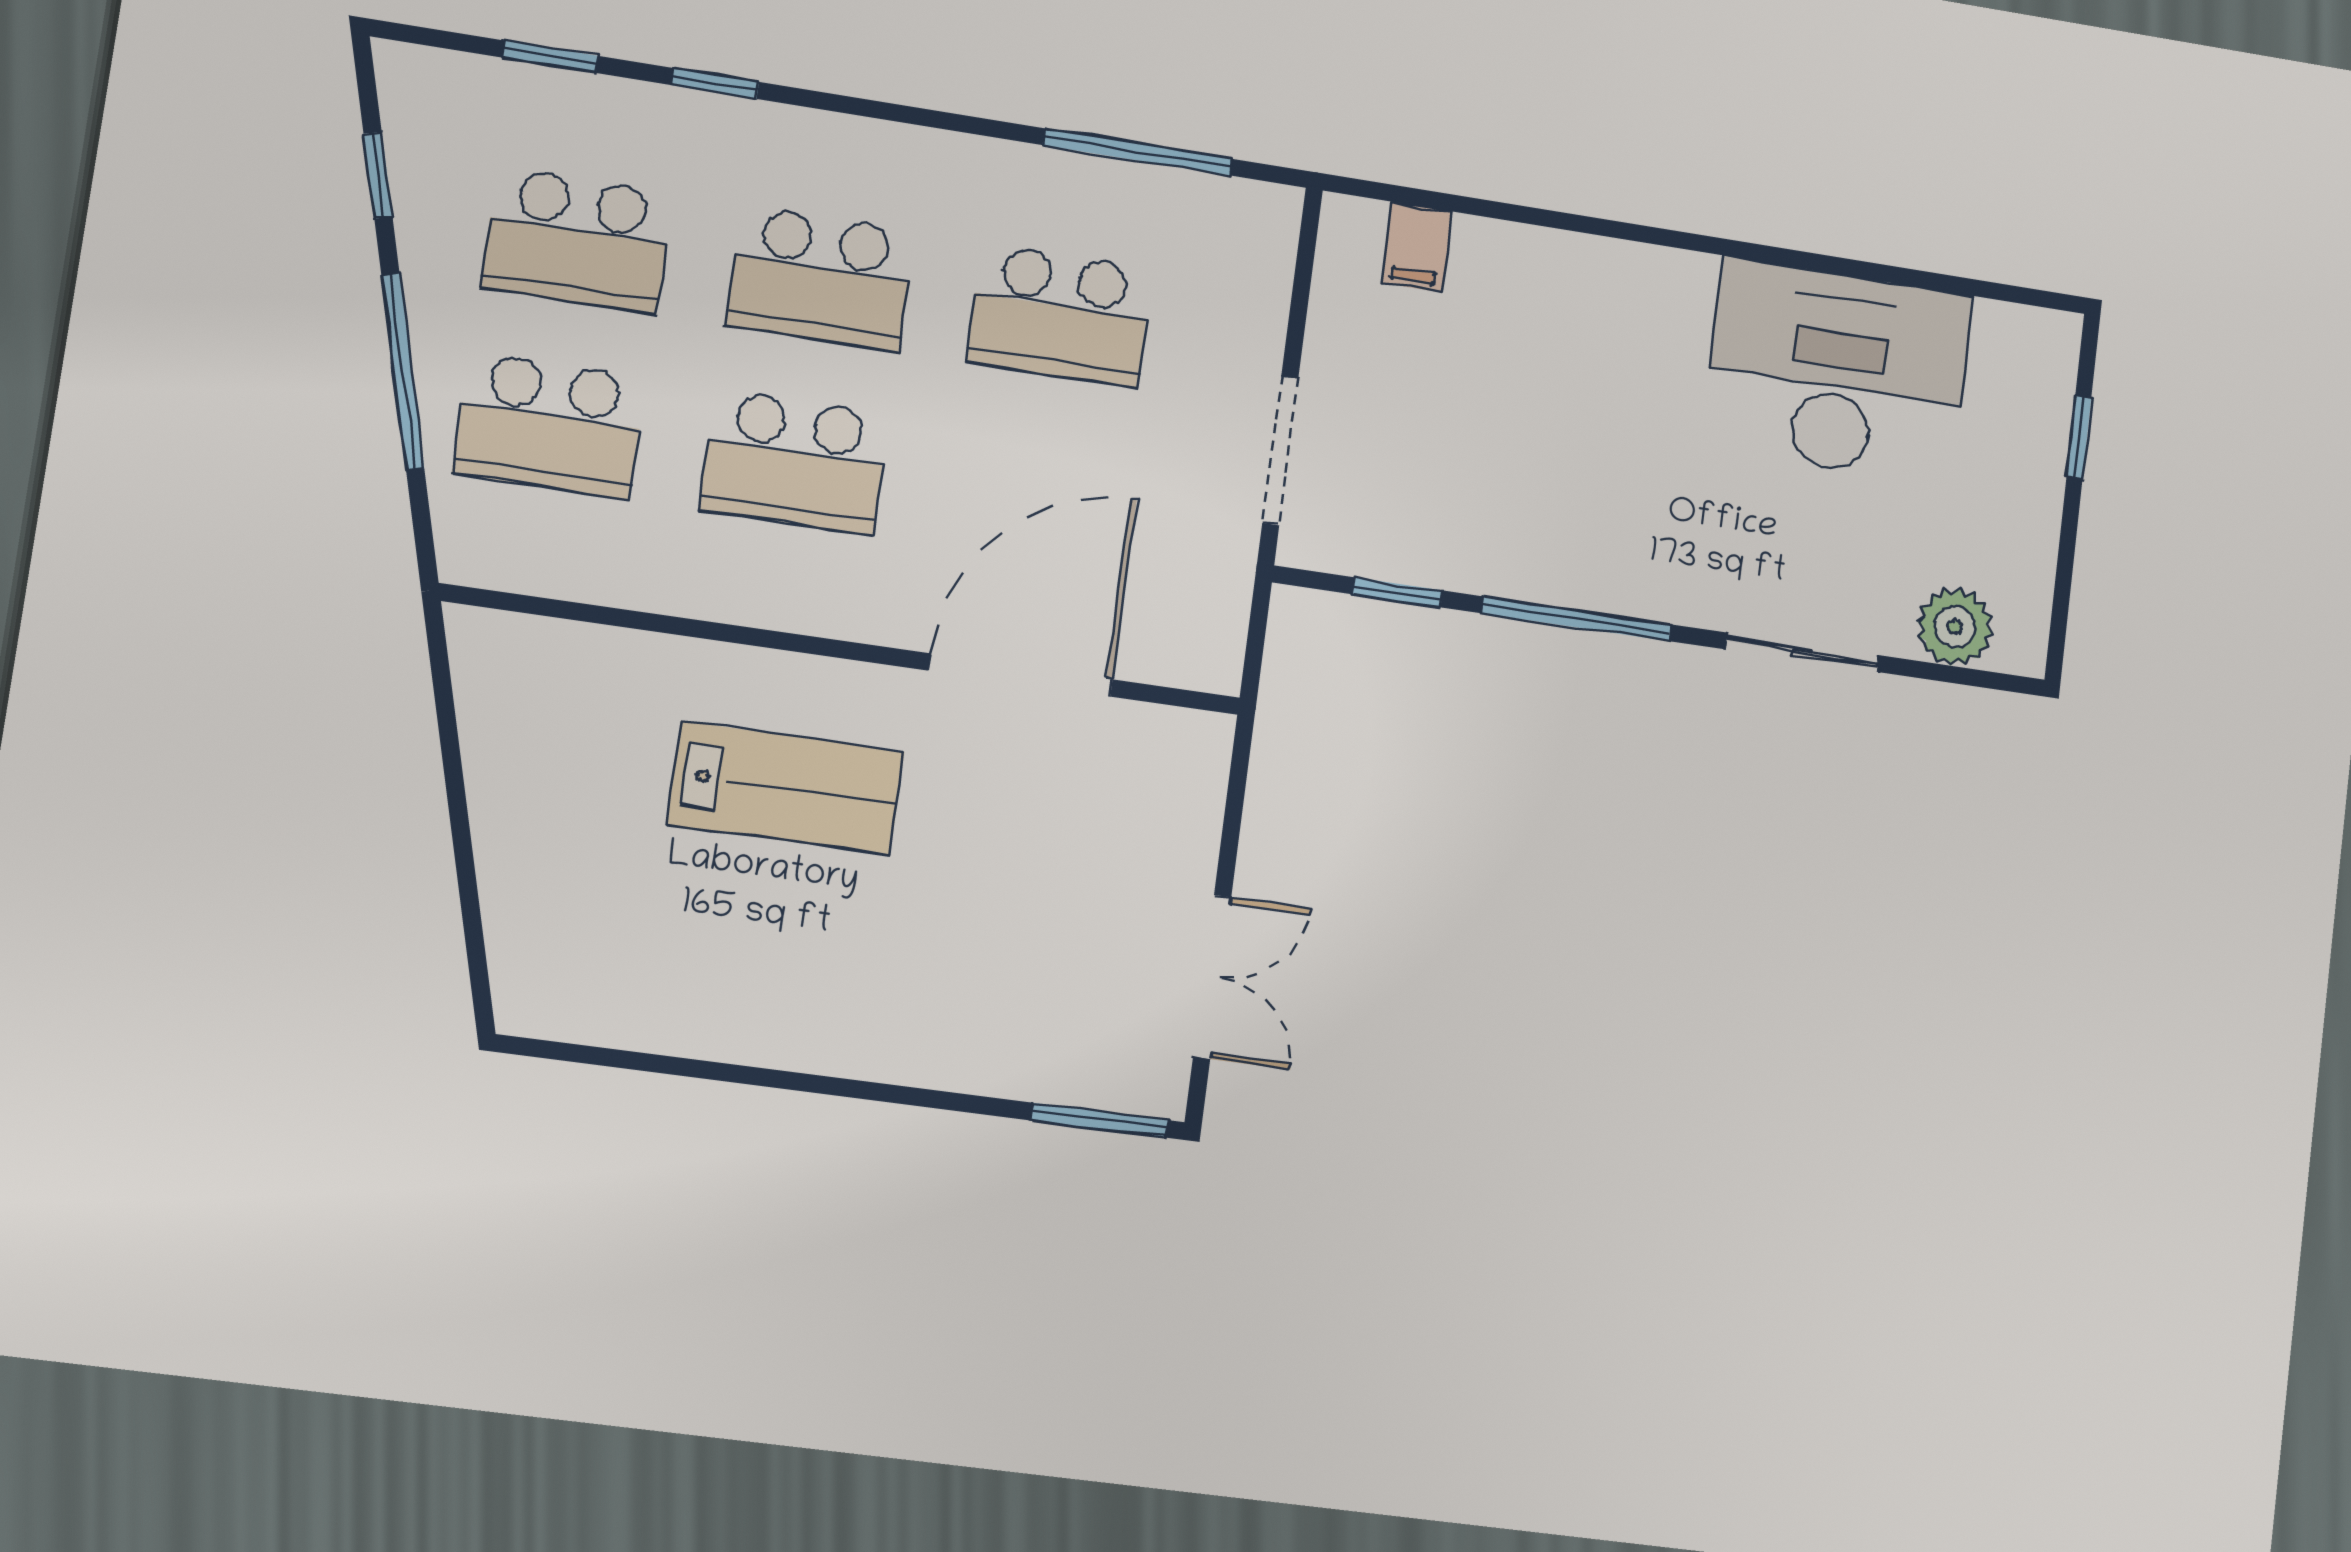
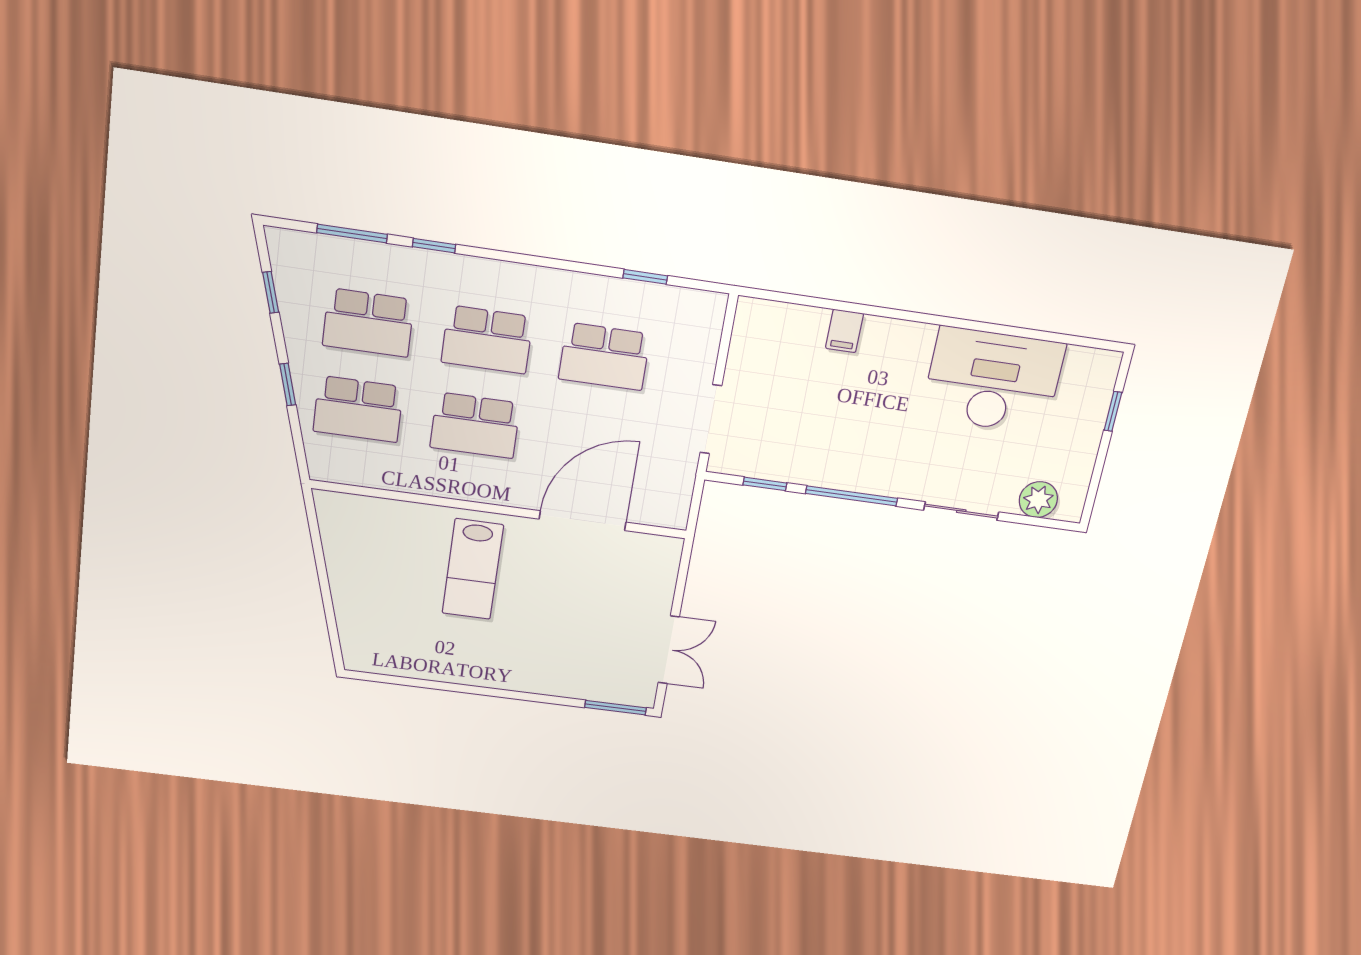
window: (550, 57) -> (352, 233), width x1.50
window: (1138, 152) -> (645, 277), width x0.46
filing cabinet: (1417, 247) -> (844, 331), moved
window: (403, 371) -> (288, 385), width x0.46
lab bench: (786, 788) -> (473, 569), turned 90

